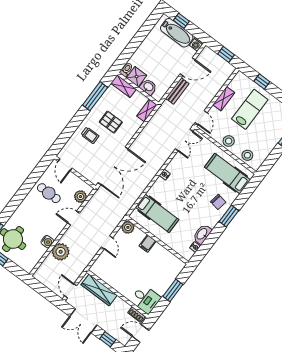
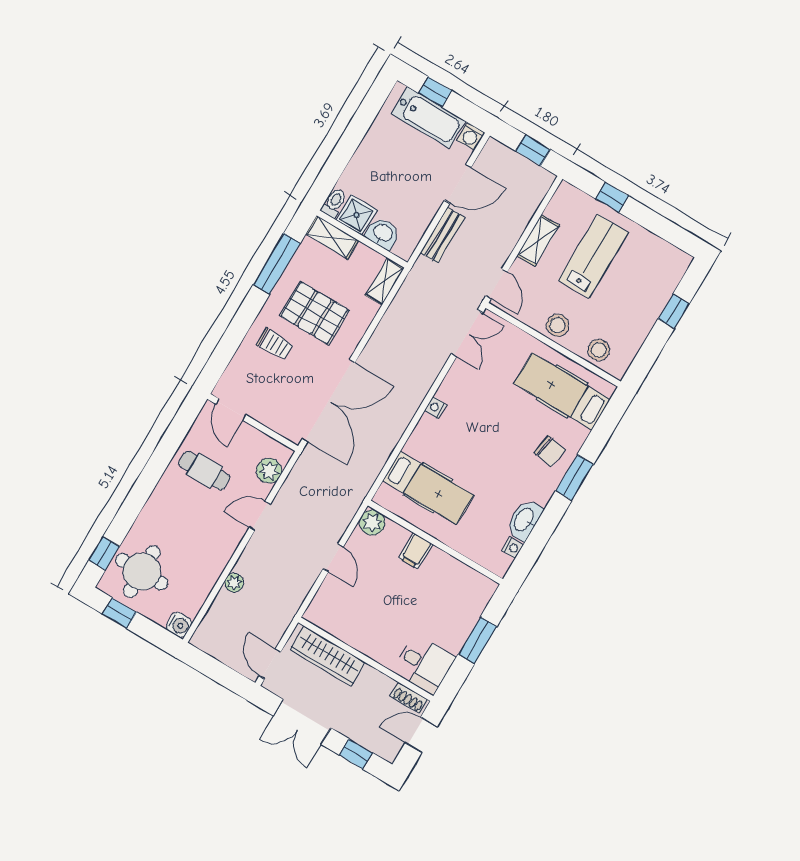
pallet: (111, 122) -> (314, 313), width x1.50, depth x1.42
water cooler: (47, 242) -> (179, 625), moved
plant: (61, 252) -> (234, 583), width x0.53, depth x0.53

